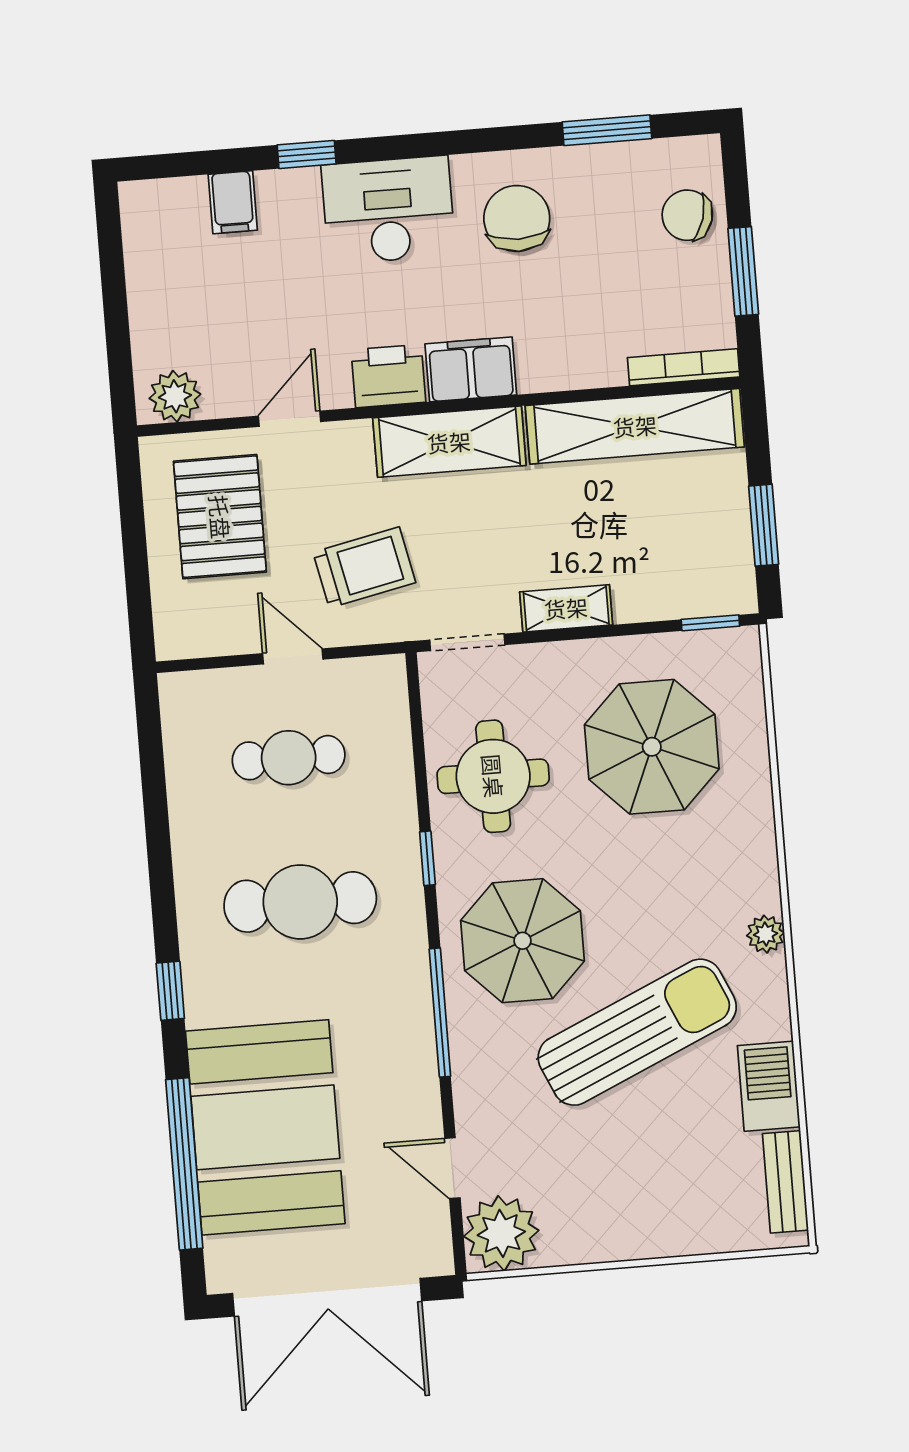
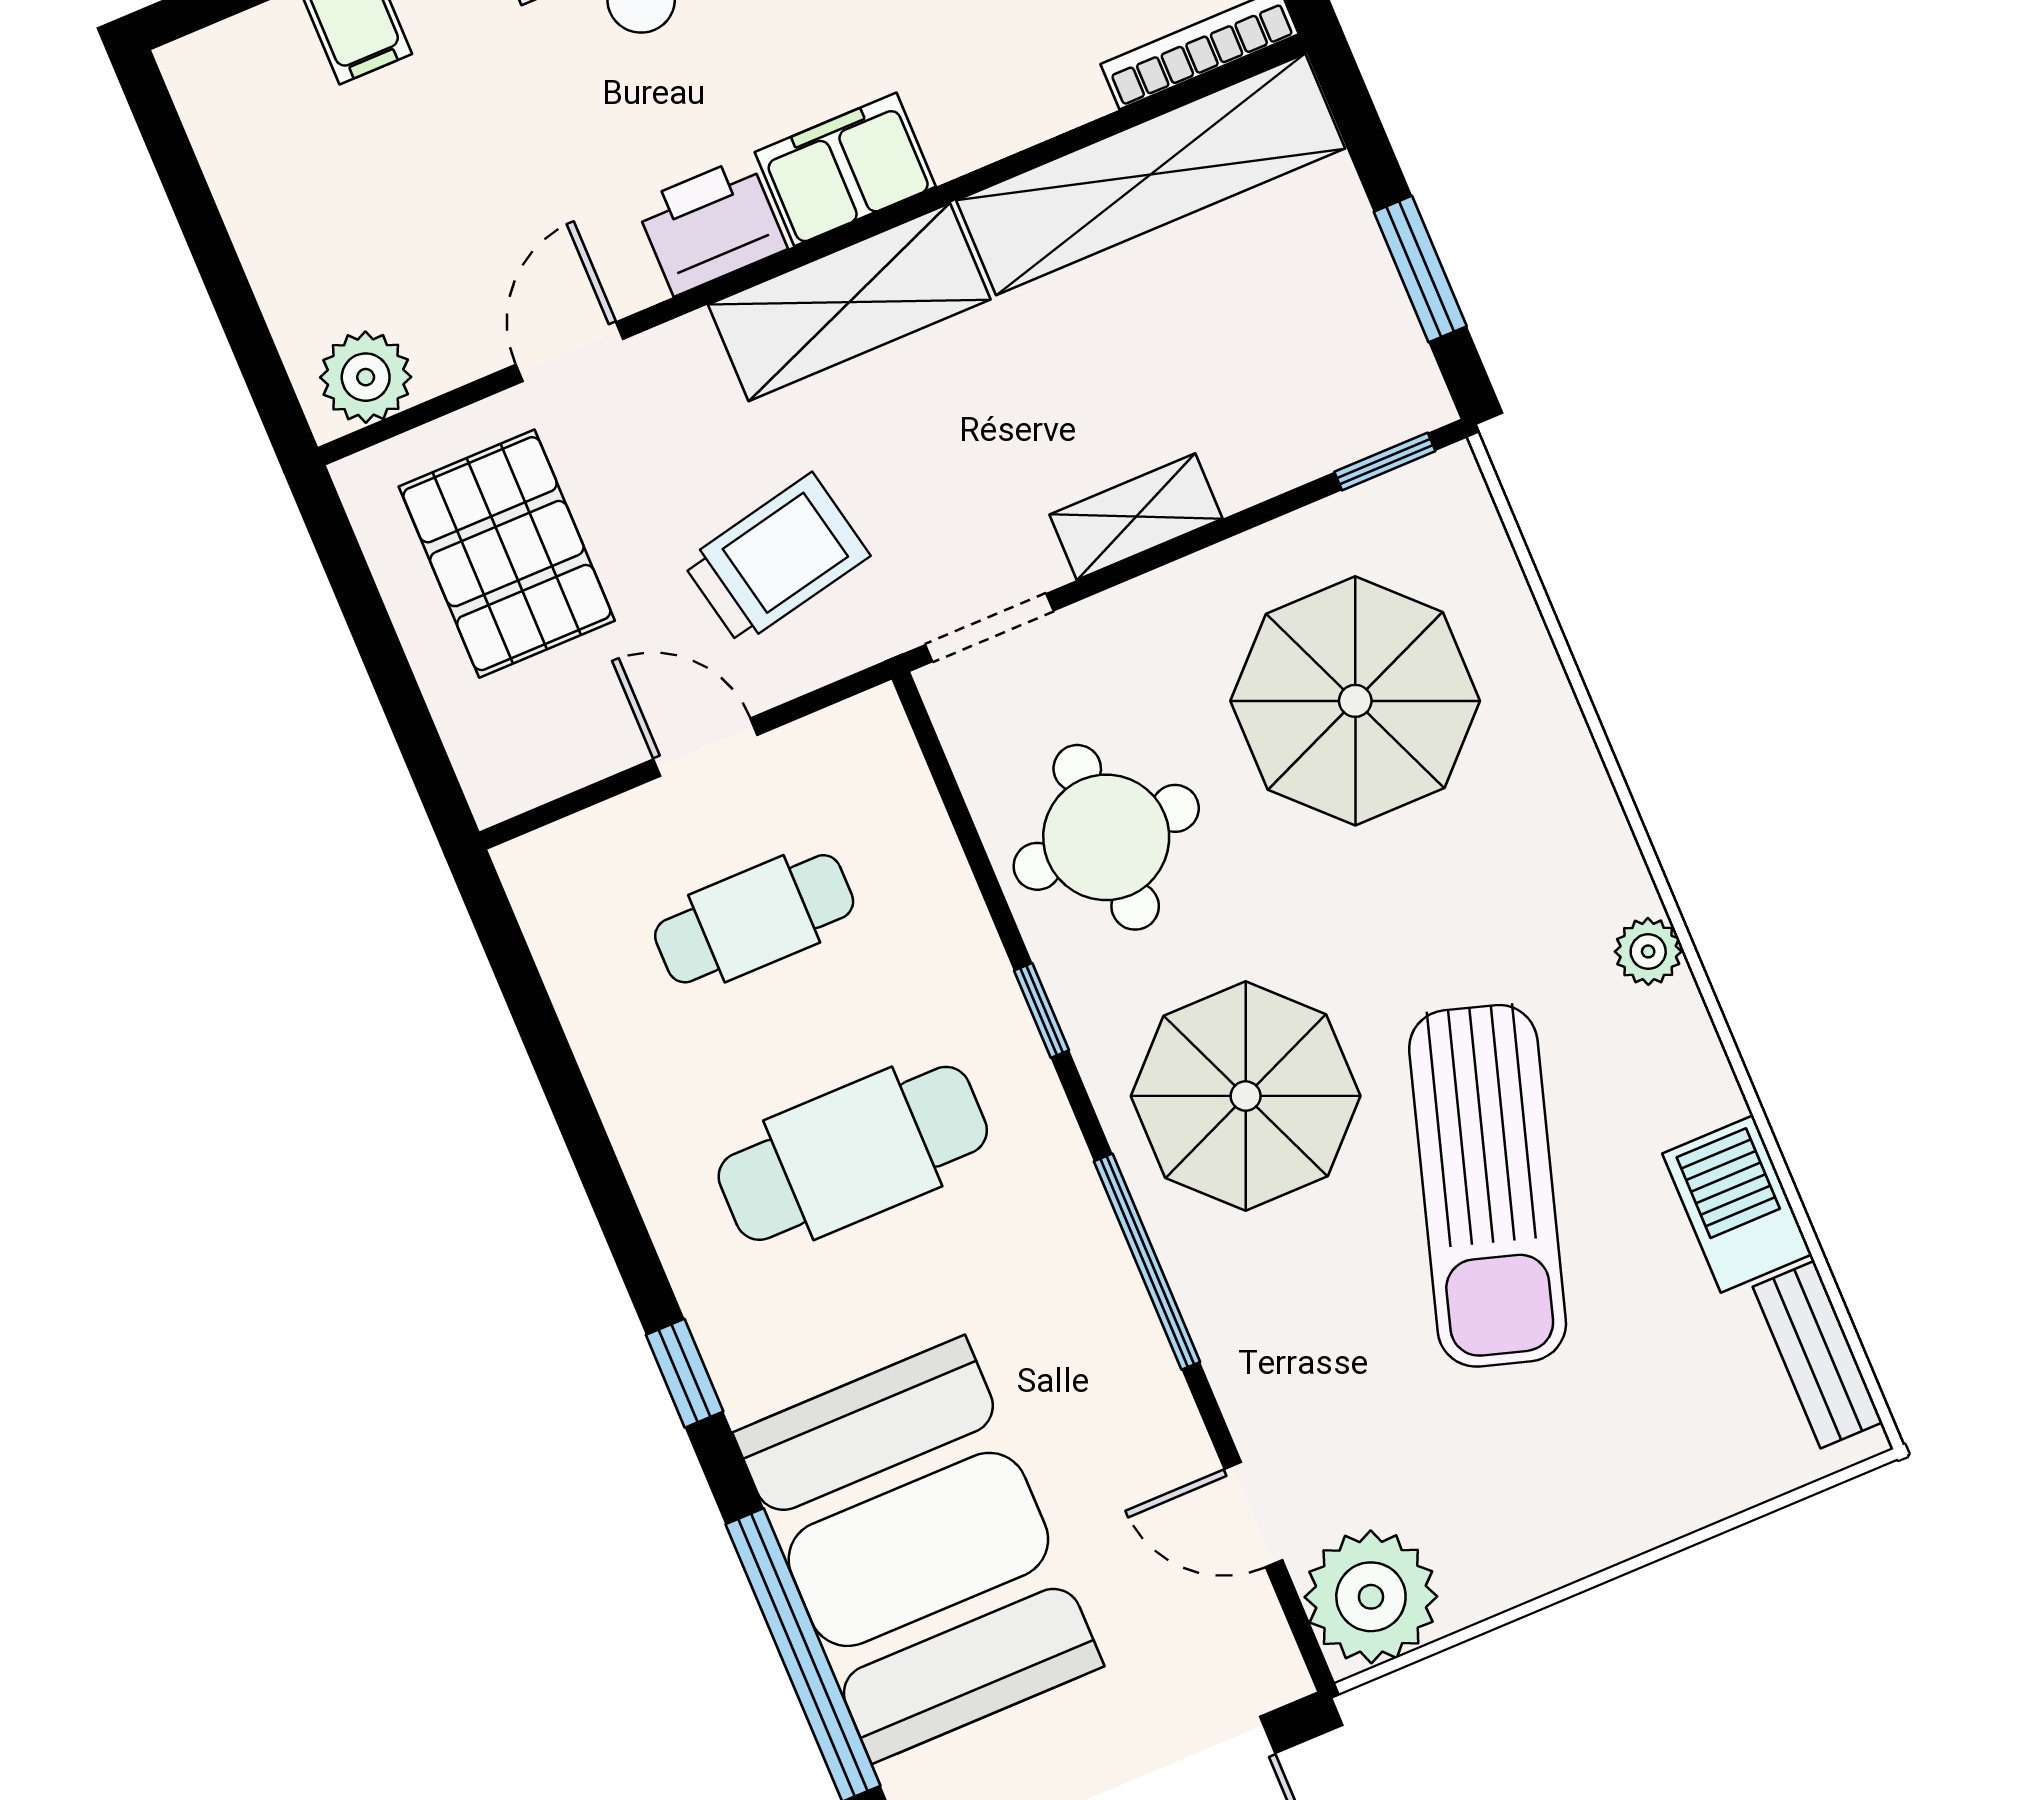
sun lounger: (637, 1032) -> (1488, 1186), turned 131

